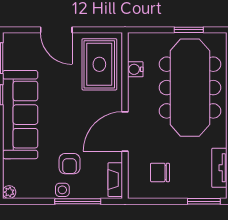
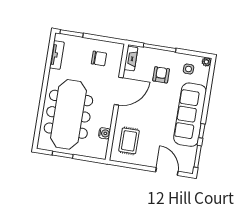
door: (56, 30) -> (167, 172), moved
rug: (99, 64) -> (129, 141), width x0.73, depth x0.70
side table: (62, 190) -> (188, 69), moved

